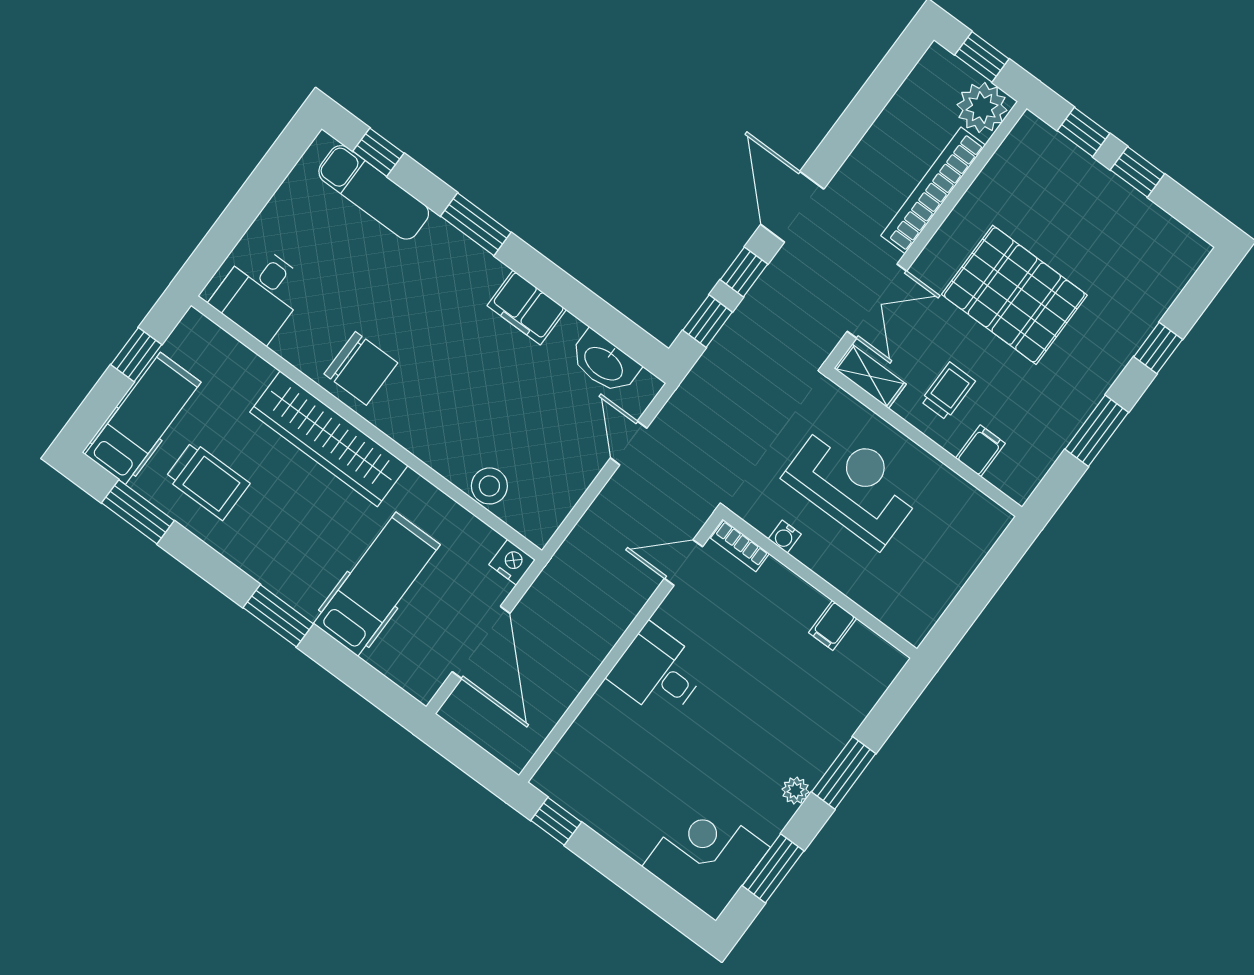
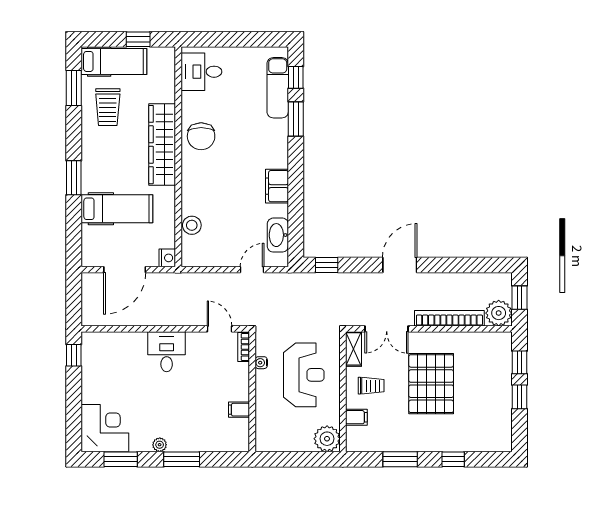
window: (476, 224) -> (296, 119), moved
window: (744, 272) -> (358, 265), removed
plant: (980, 522) -> (327, 439), added

